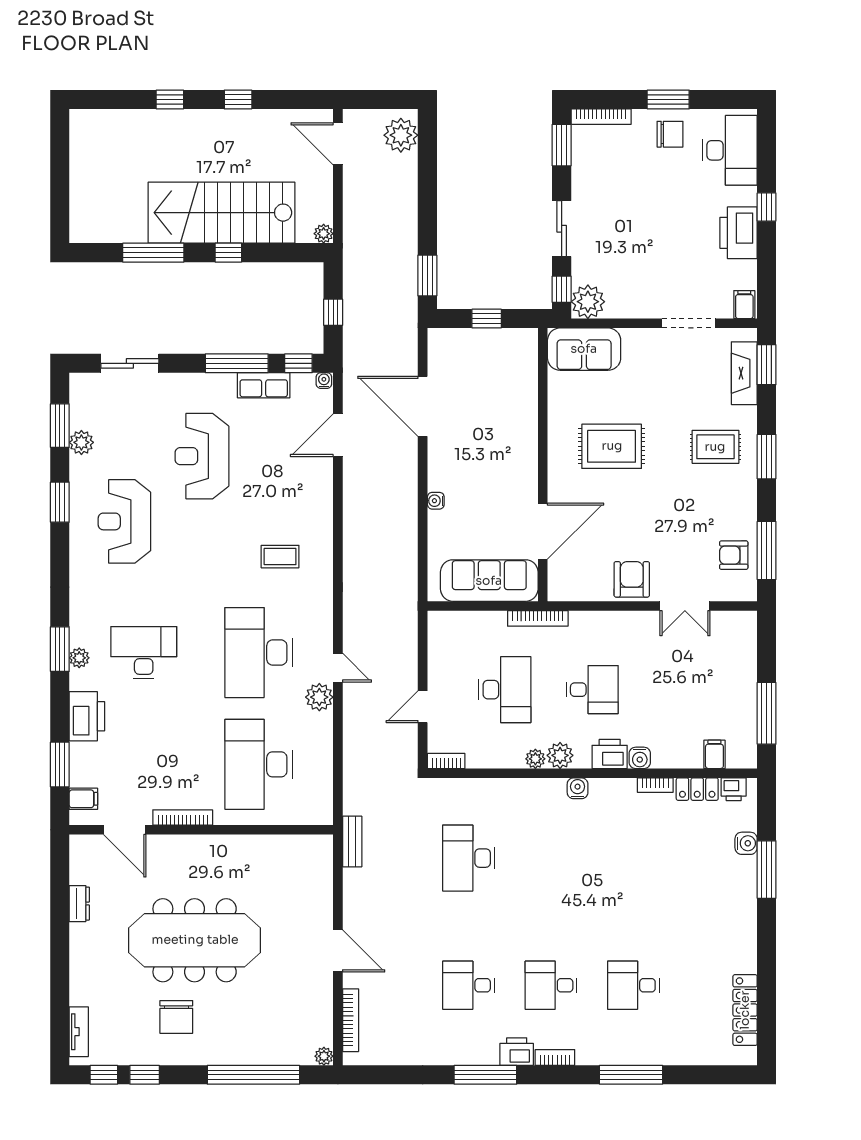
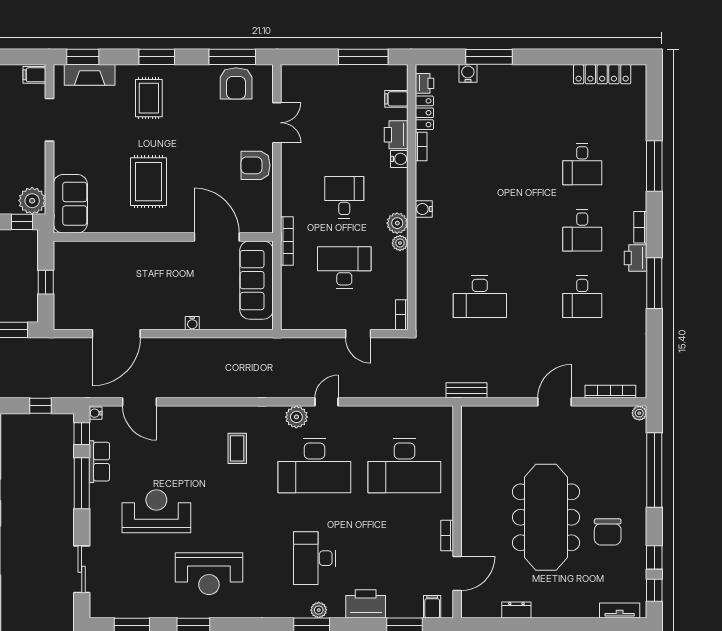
plant: (81, 442) -> (145, 608), removed
reception desk: (202, 456) -> (156, 511), turned 180
armchair: (734, 555) -> (236, 83), width x1.38, depth x1.38
plant: (319, 697) -> (296, 417), moved
printer: (610, 754) -> (396, 135), moved
bookcase: (183, 817) -> (447, 535), width x0.64
chair: (176, 1017) -> (608, 532), turned 90

